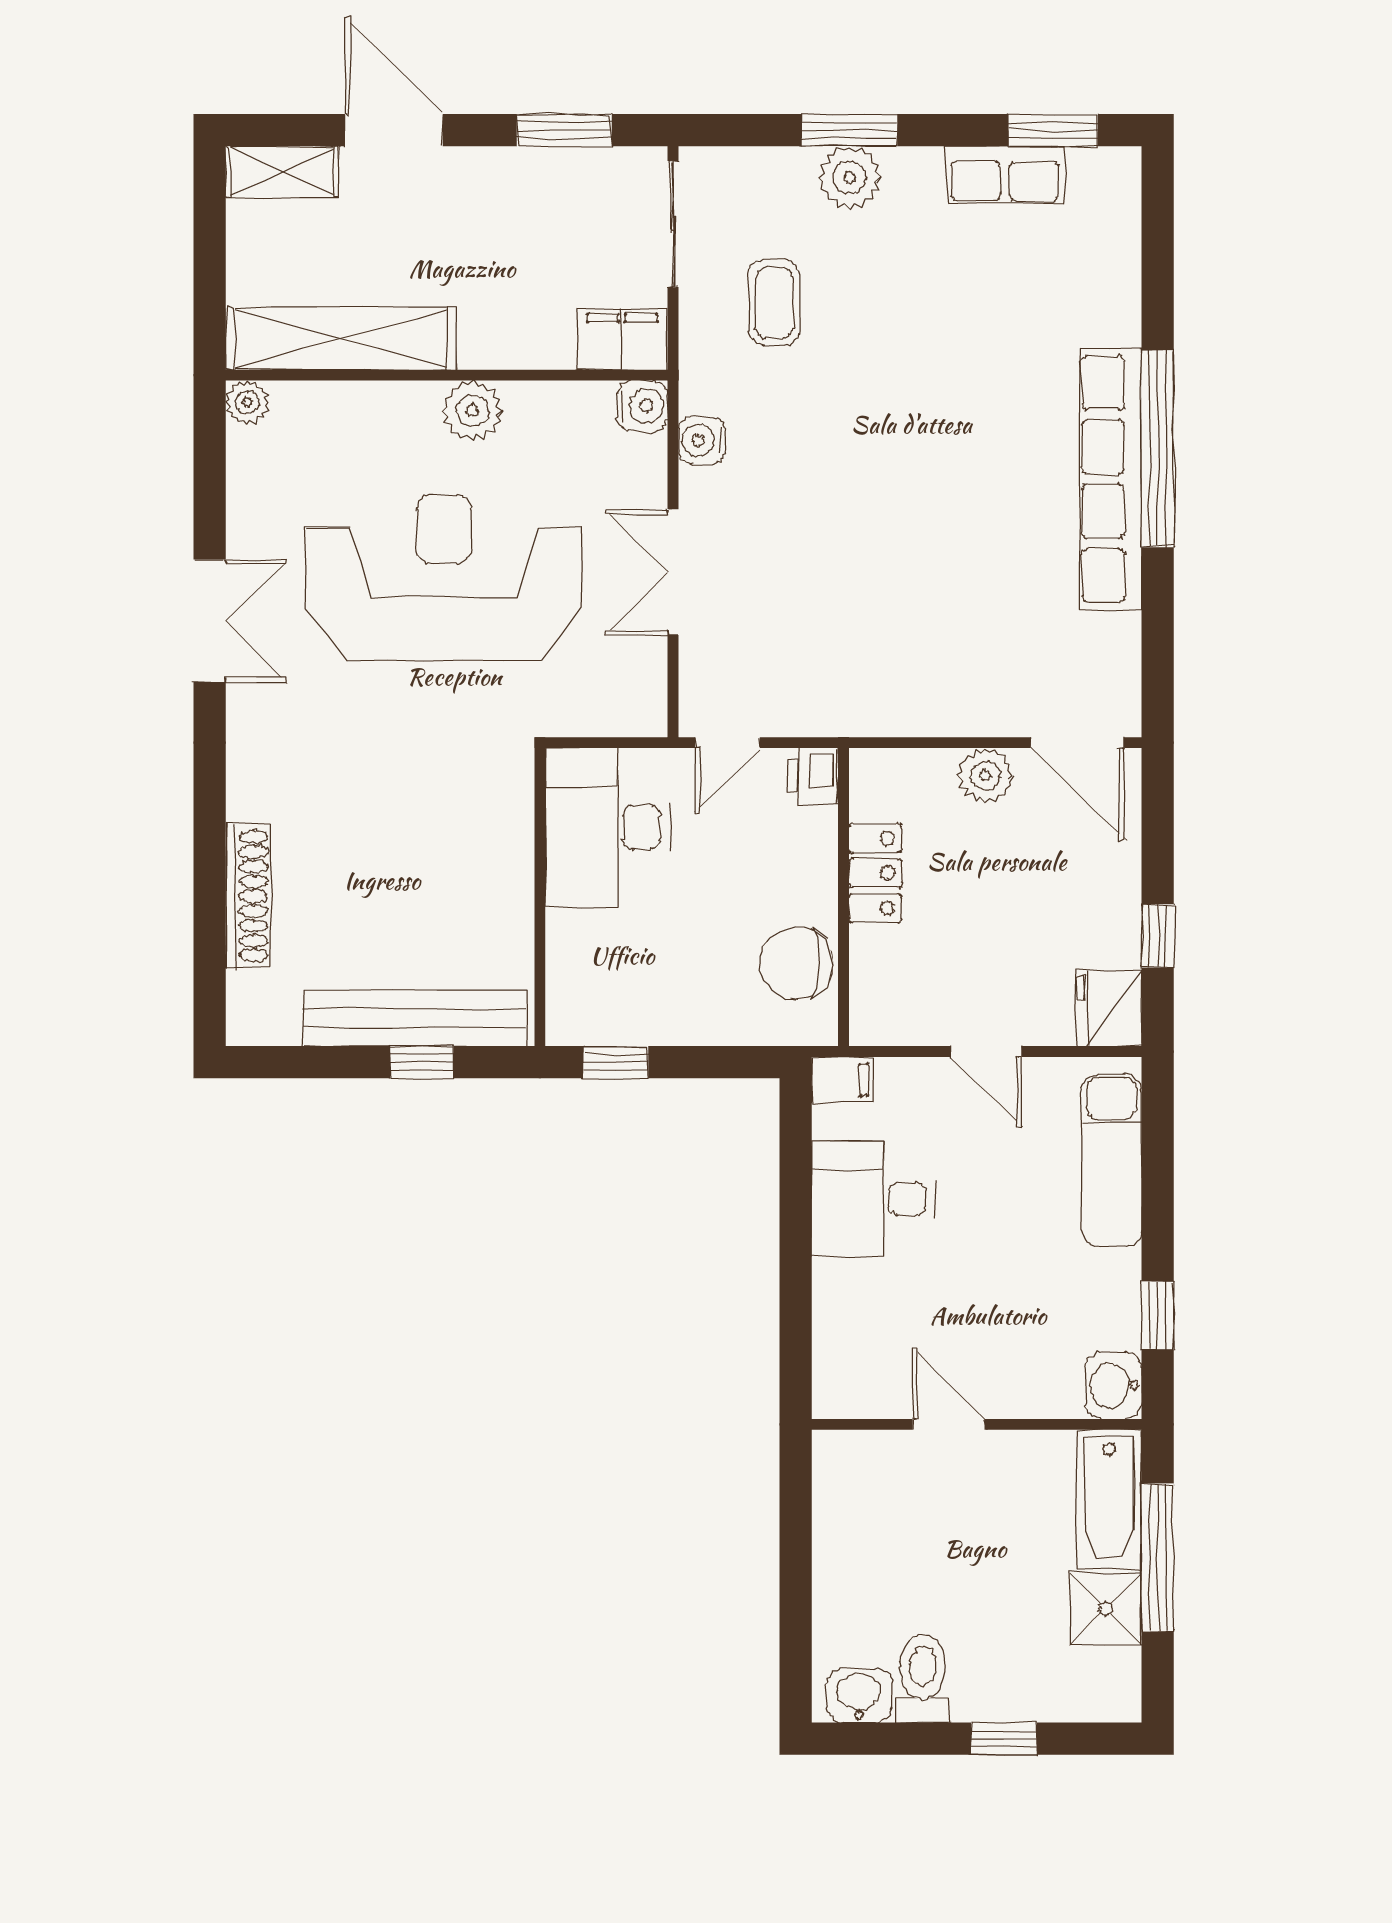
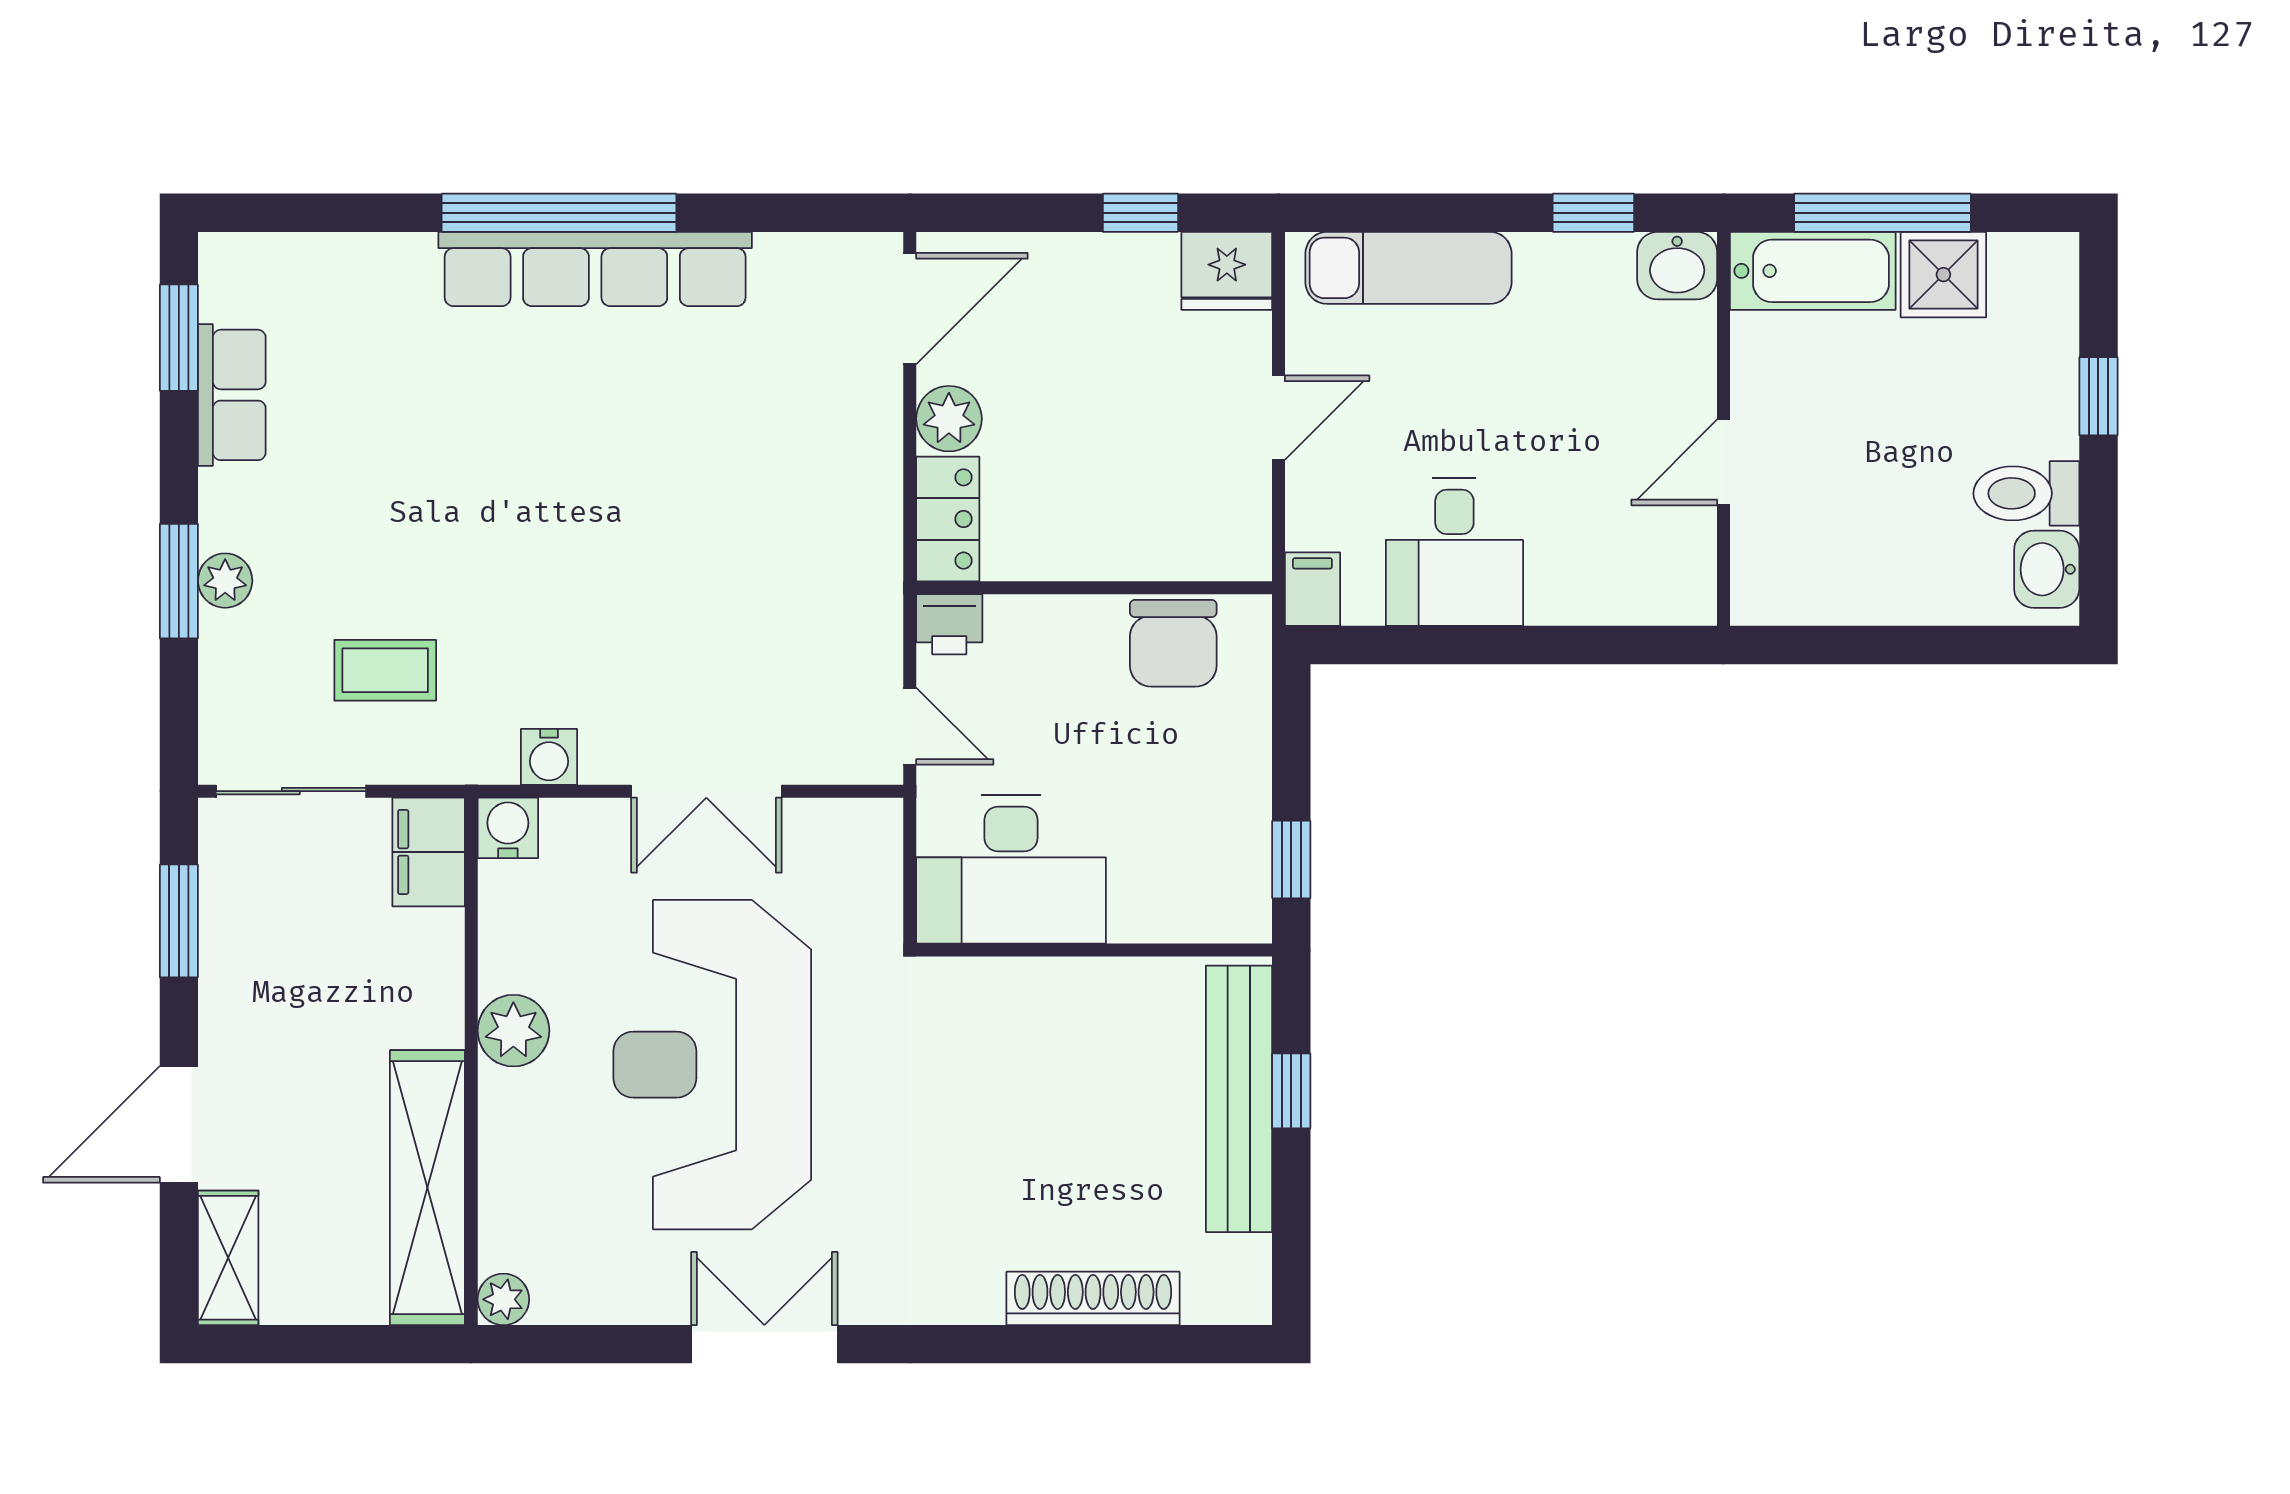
plant: (849, 177) -> (225, 581), width x0.73, depth x0.73
locker: (875, 873) -> (948, 519), moved, turned 90

